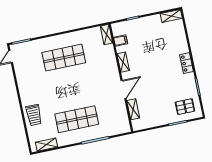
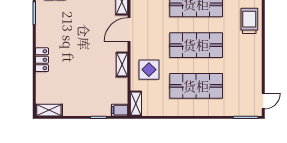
filing cabinet: (121, 40) -> (120, 110), moved
display table: (102, 62) -> (149, 70), added
locker: (187, 63) -> (42, 60), moved
shop shelf: (70, 88) -> (196, 45), added

